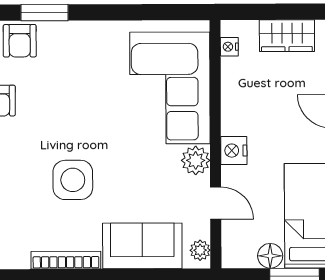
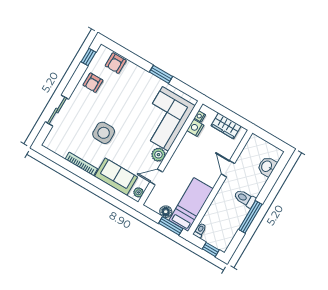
window: (45, 13) -> (161, 74), moved
nightstand: (234, 151) -> (195, 128), moved
door: (216, 203) -> (156, 177), swing flipped

